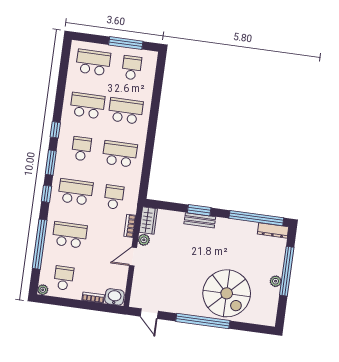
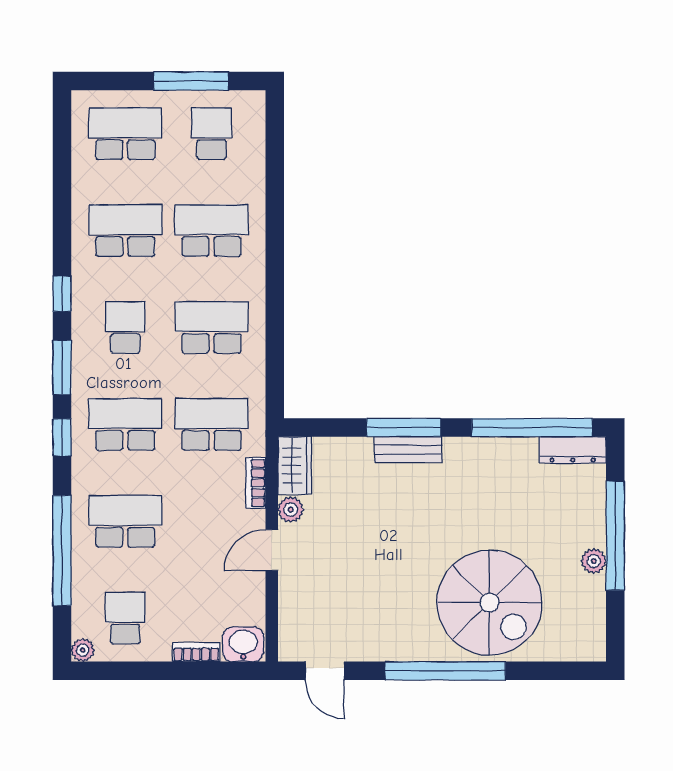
school desk: (114, 197) -> (212, 424), width x1.85
window: (199, 210) -> (404, 428), width x1.44

